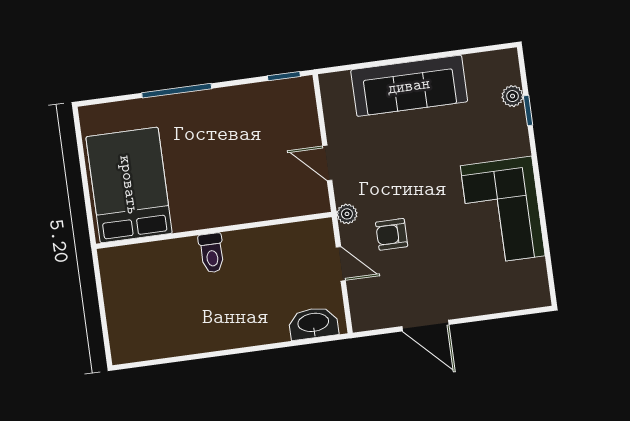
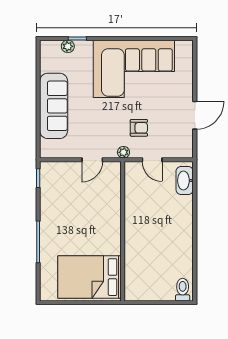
corner sofa: (503, 211) -> (134, 69), width x1.36, depth x1.36
armchair: (392, 234) -> (139, 128), turned -90
toilet: (212, 253) -> (183, 290), moved, turned -90
door: (341, 264) -> (152, 160), swing flipped

